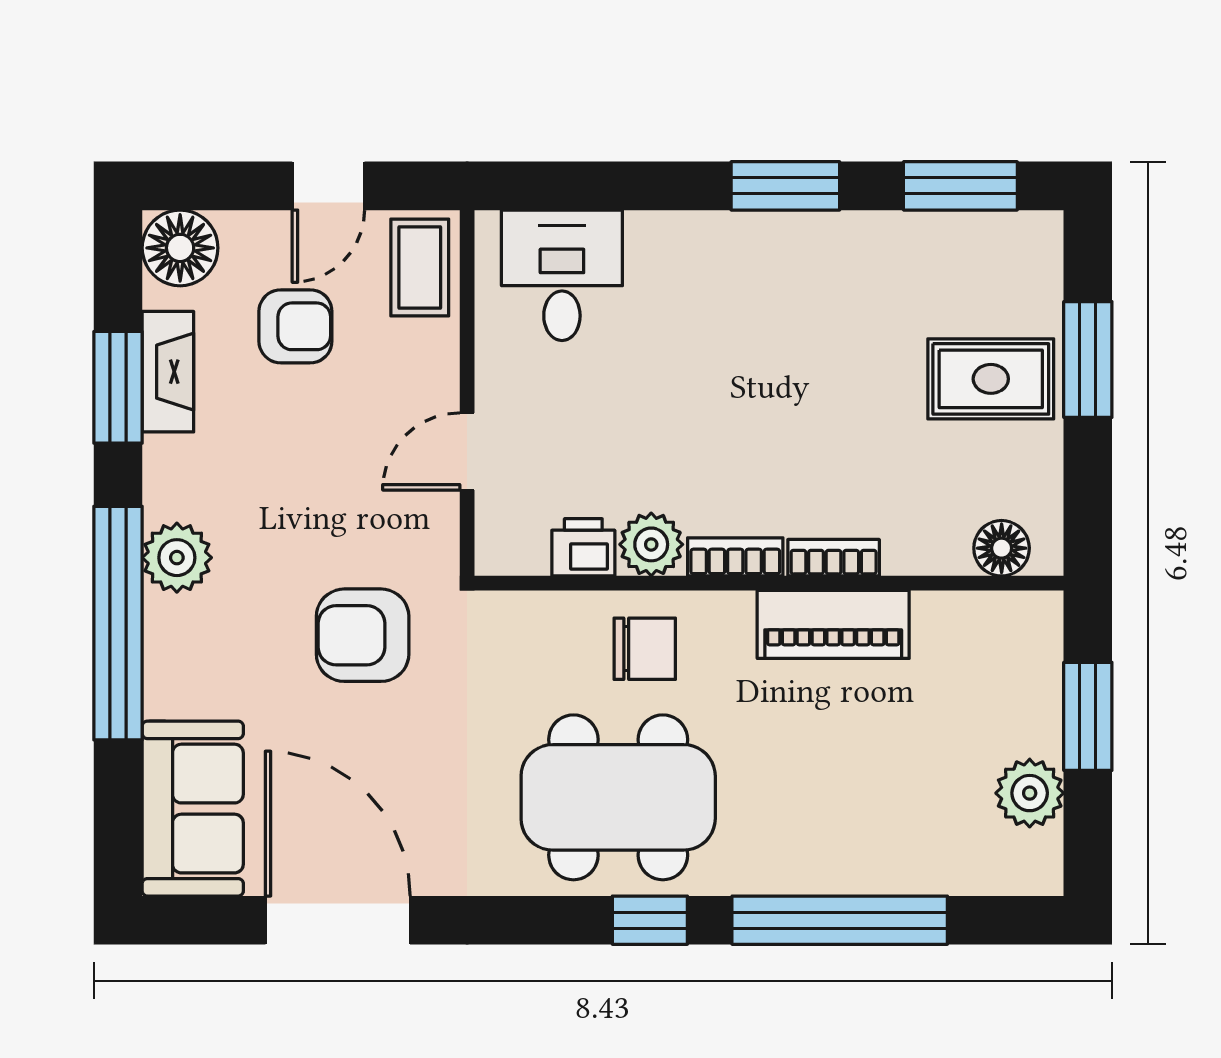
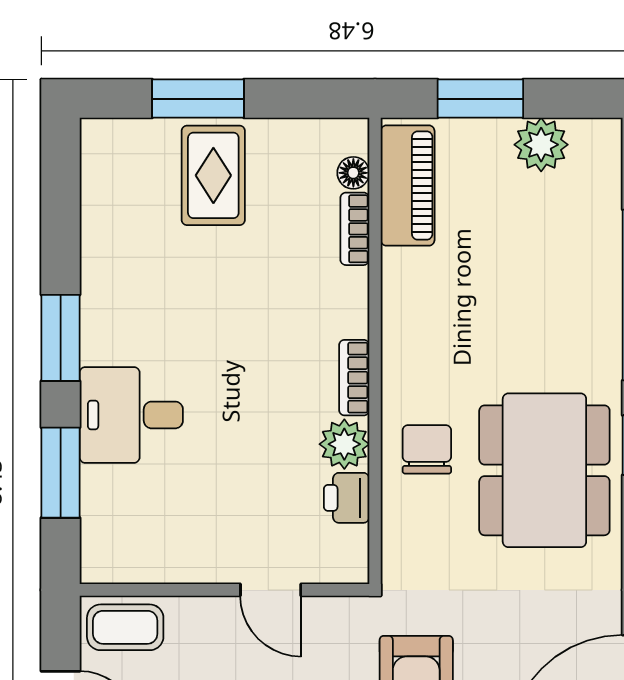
window: (960, 186) -> (61, 473), moved
desk: (562, 275) -> (131, 415), moved
floor lamp: (1002, 548) -> (353, 173), width x0.73, depth x0.73
bookcase: (834, 558) -> (355, 229), moved
piano: (833, 624) -> (408, 186), moved

